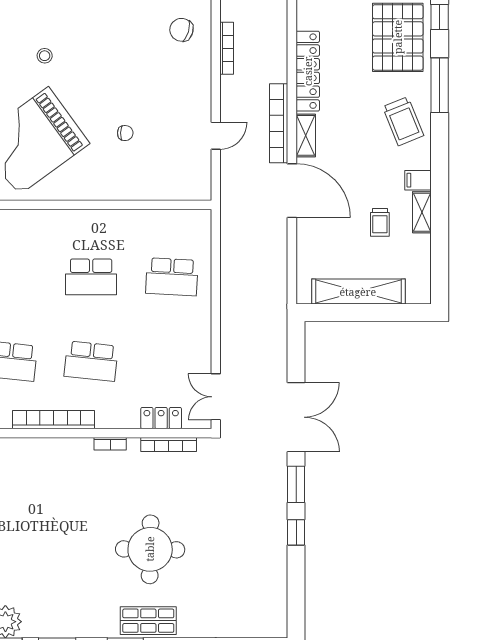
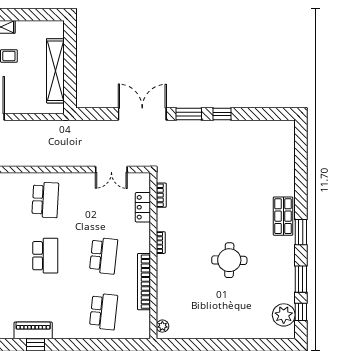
double door: (216, 397) -> (111, 169), moved
bookcase: (169, 444) -> (161, 195), width x0.64
round table: (150, 549) -> (229, 260), moved, width x0.73, depth x0.73

